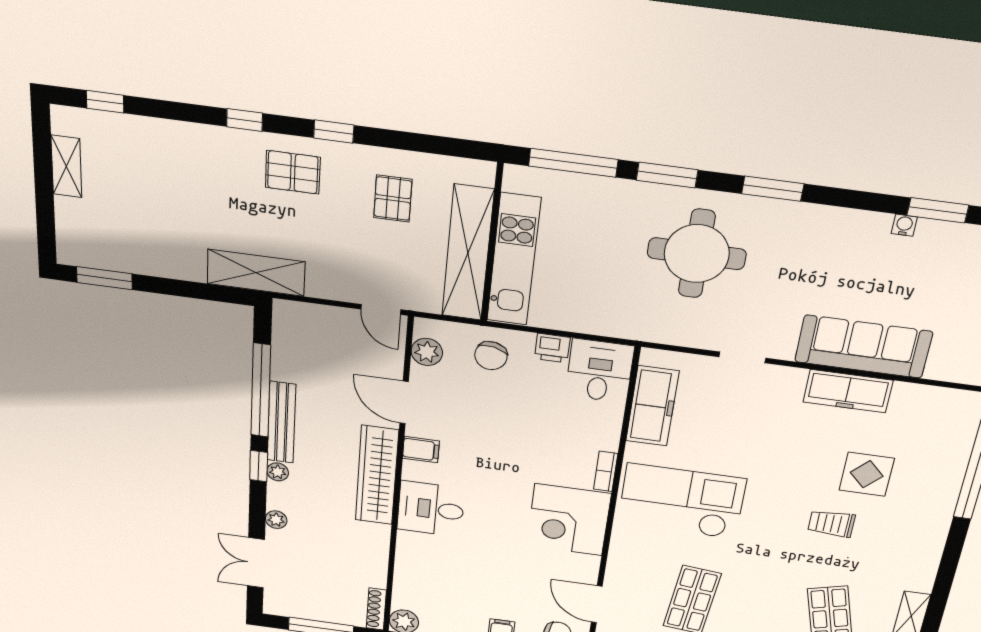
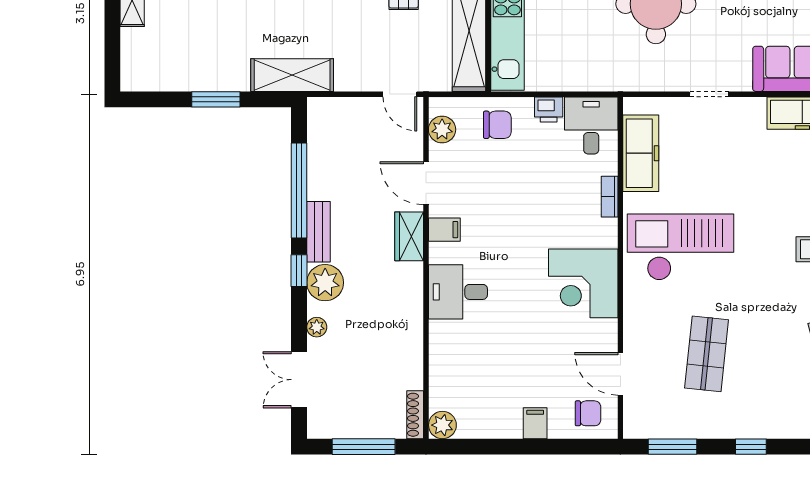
window: (105, 278) -> (216, 99), moved
chair: (491, 356) -> (497, 125), turned -102
bench: (281, 422) -> (318, 232), width x0.73
bookcase: (606, 471) -> (610, 197), moved
plant: (278, 472) -> (325, 283), width x1.88, depth x1.88
wardrobe: (377, 475) -> (409, 236), width x0.48, depth x0.85

